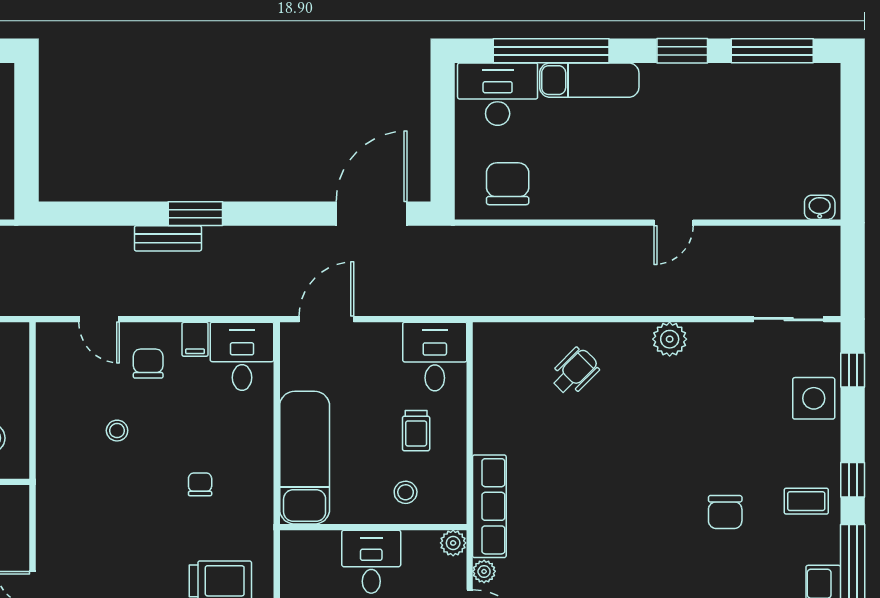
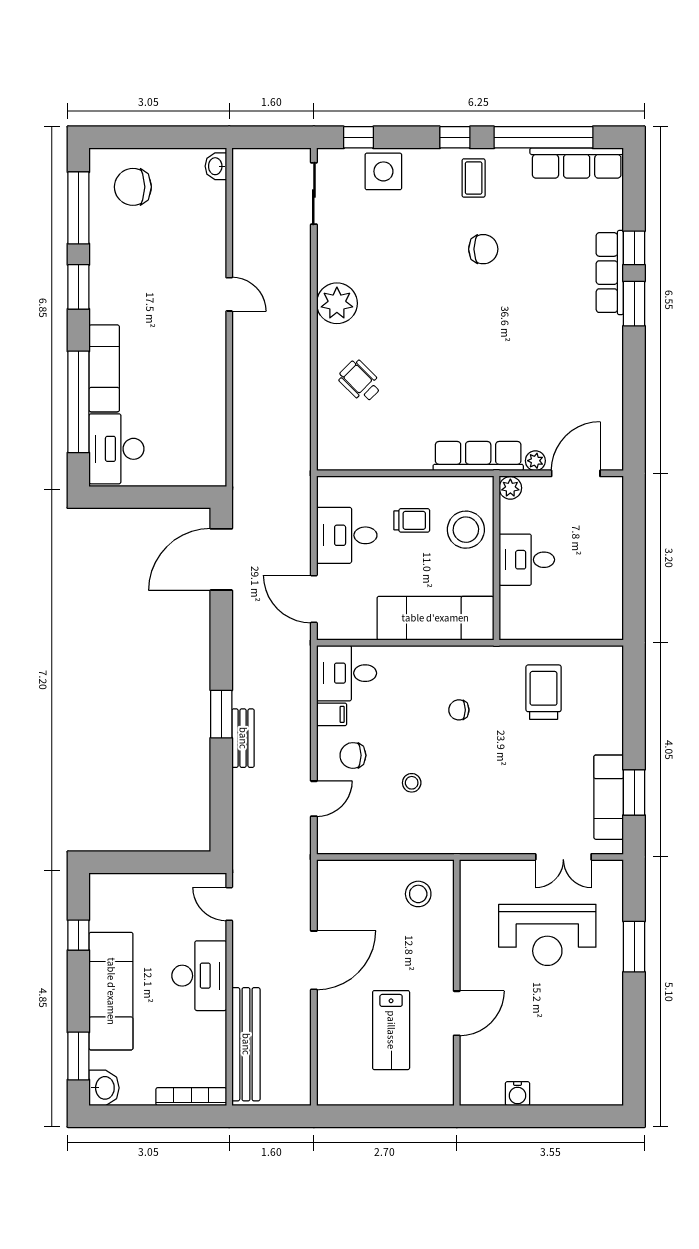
chair: (508, 184) -> (133, 187), moved
door: (372, 214) -> (221, 559), hinge flipped
plant: (670, 339) -> (337, 303), width x1.36, depth x1.36
desk: (435, 357) -> (347, 535), moved
stool: (406, 492) -> (466, 530), width x1.89, depth x1.89

